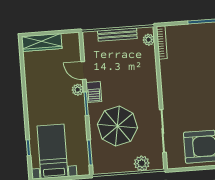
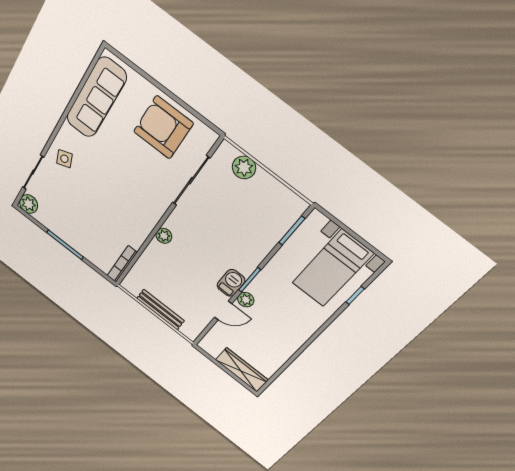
plant: (149, 40) -> (164, 236), moved
door: (84, 71) -> (223, 310), hinge flipped
parasol: (118, 126) -> (236, 229), removed

